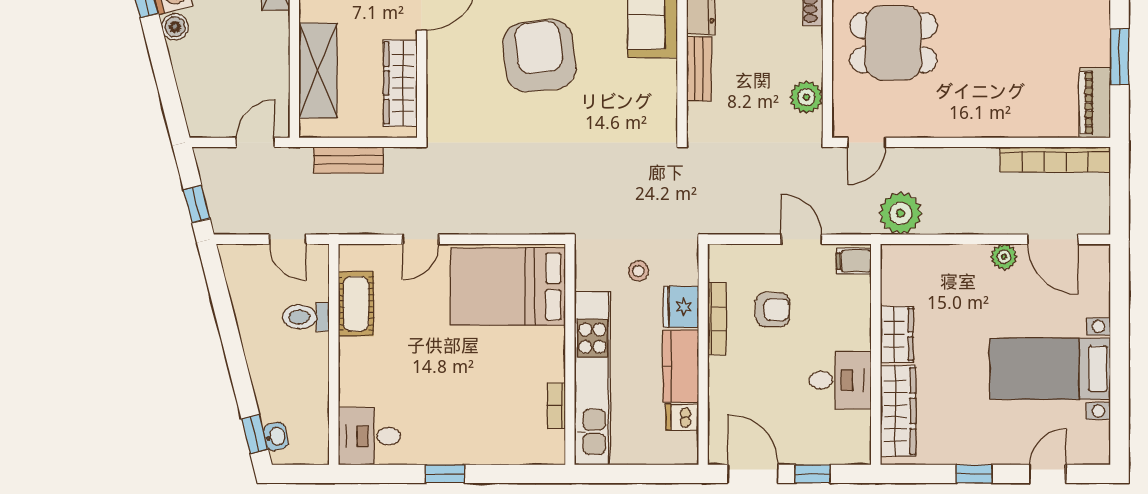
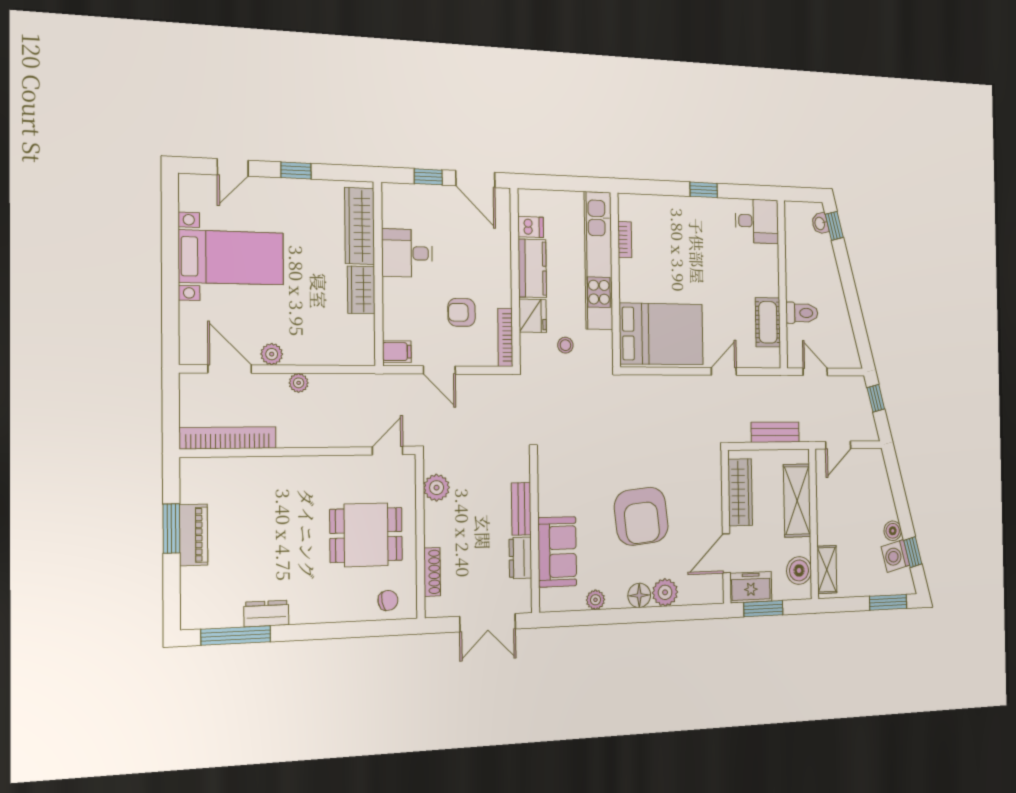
piano: (1095, 103) -> (193, 535), moved
plant: (900, 213) -> (299, 383), moved, width x0.53, depth x0.53
bookcase: (717, 319) -> (505, 337), moved

